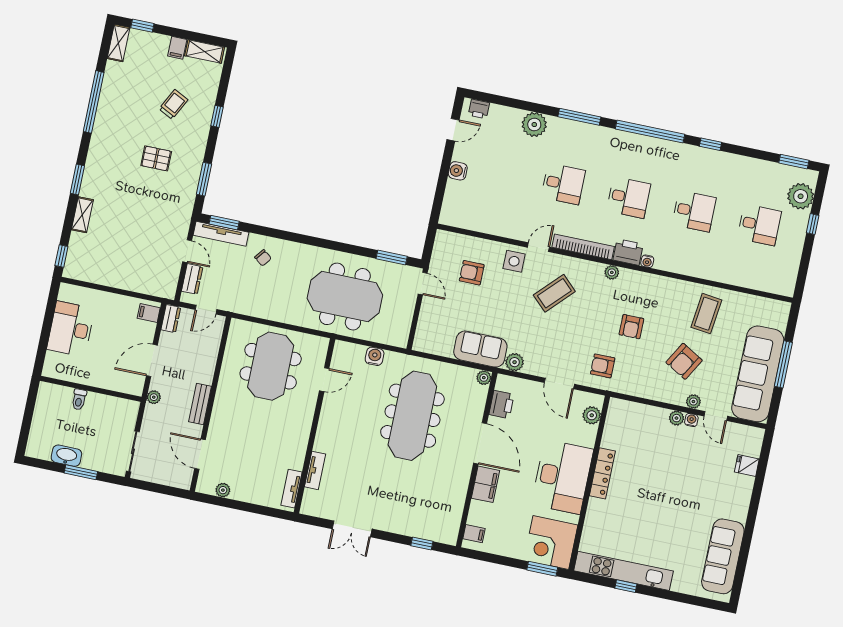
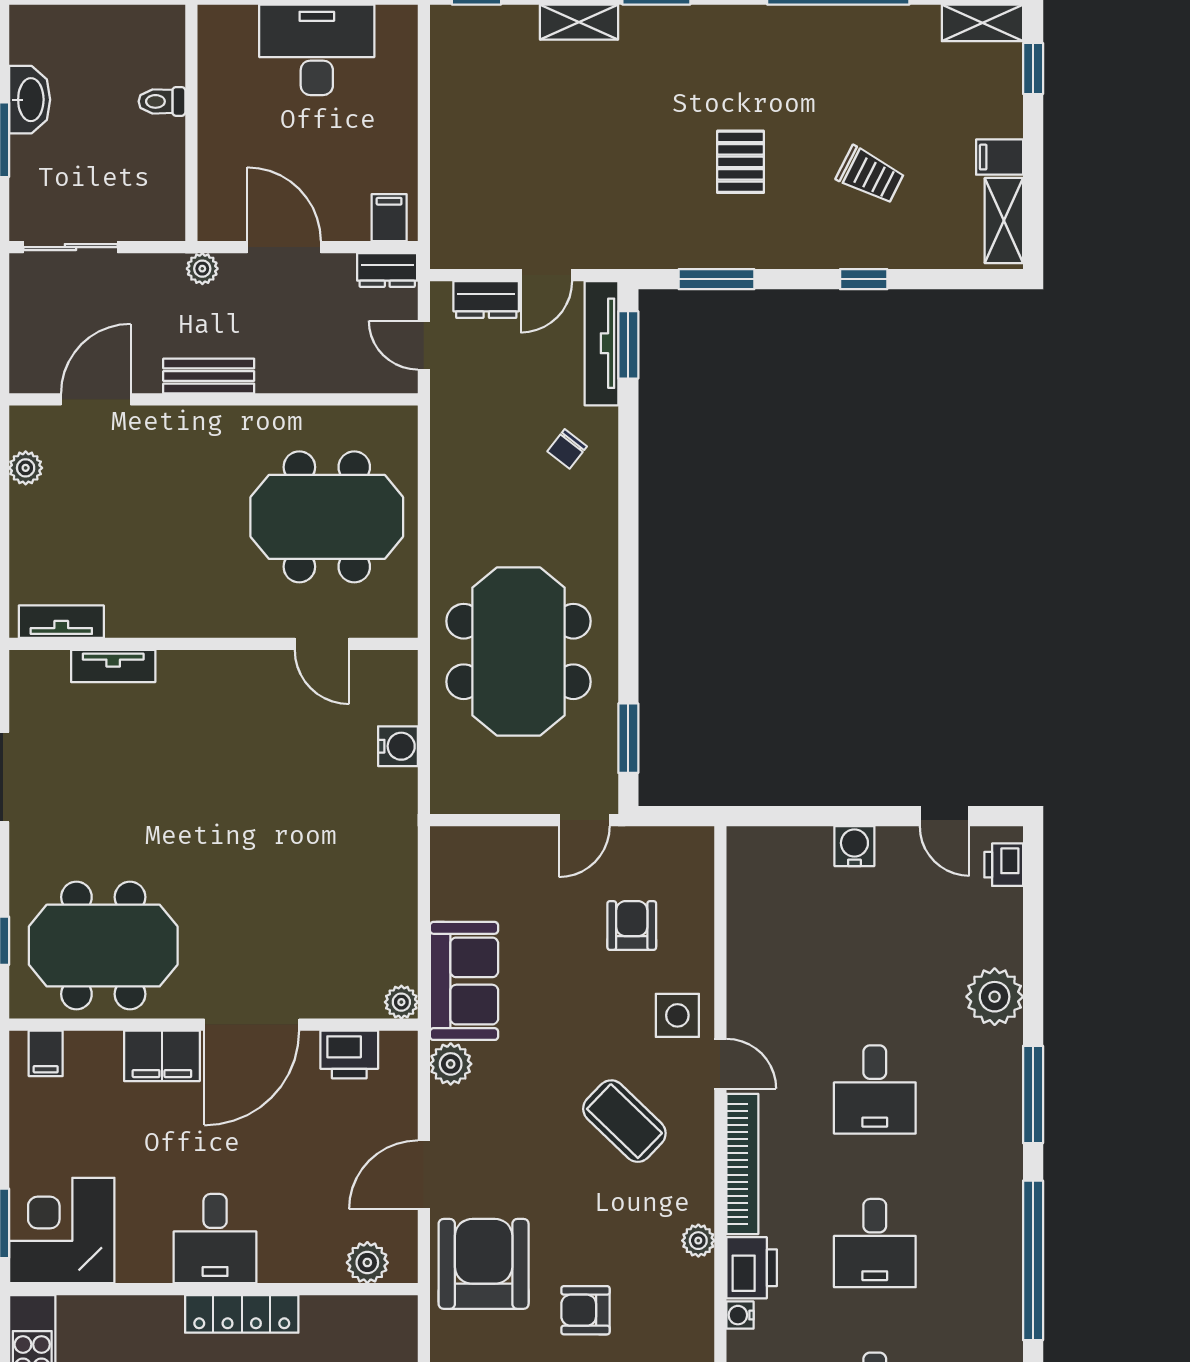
armchair: (603, 366) -> (484, 1264), width x1.88, depth x1.88
meeting table: (412, 416) -> (103, 946), moved, width x0.73
desk: (562, 477) -> (215, 1239), width x0.53, depth x0.77

